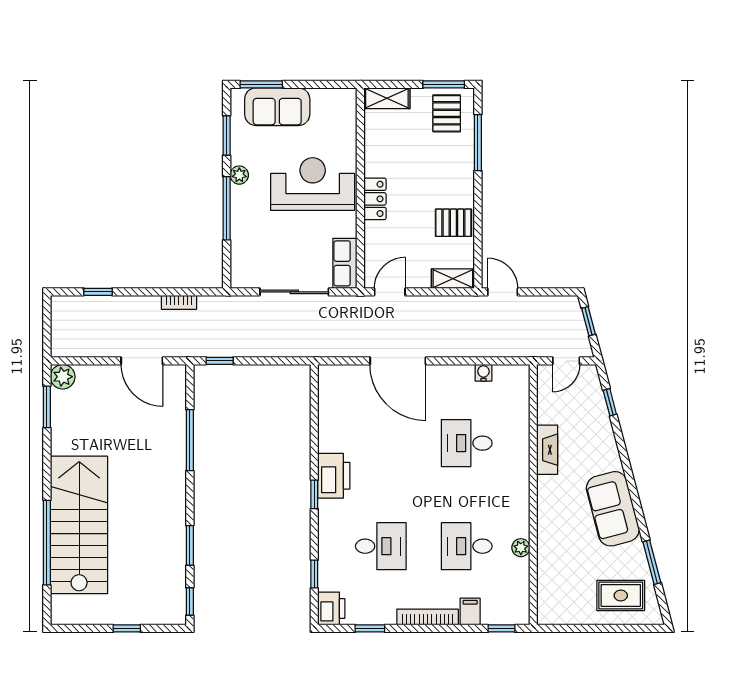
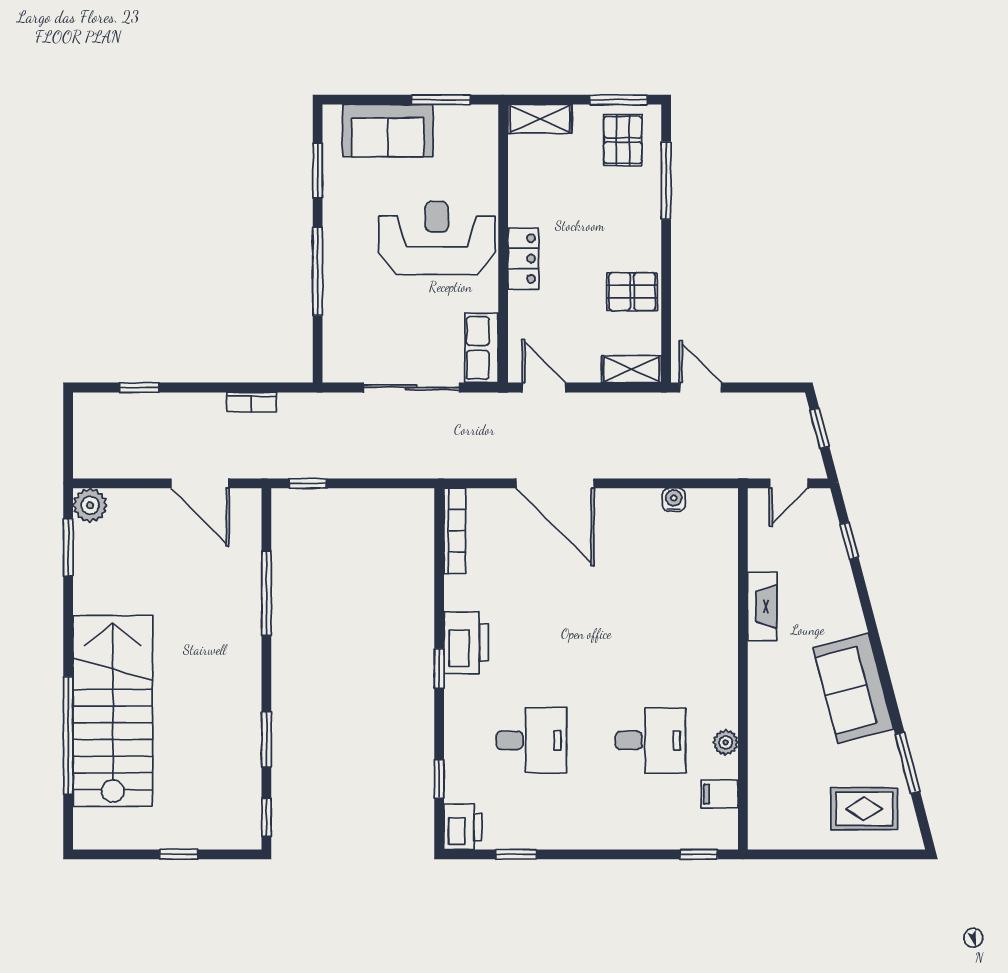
window: (261, 84) -> (441, 100), moved
plant: (239, 175) -> (335, 225), removed
door: (390, 292) -> (544, 387), hinge flipped
desk: (467, 443) -> (651, 597), removed
desk: (467, 546) -> (651, 740), turned 180
filing cabinet: (470, 612) -> (720, 794), moved, turned -90
bookcase: (428, 617) -> (455, 531), moved, turned 90

